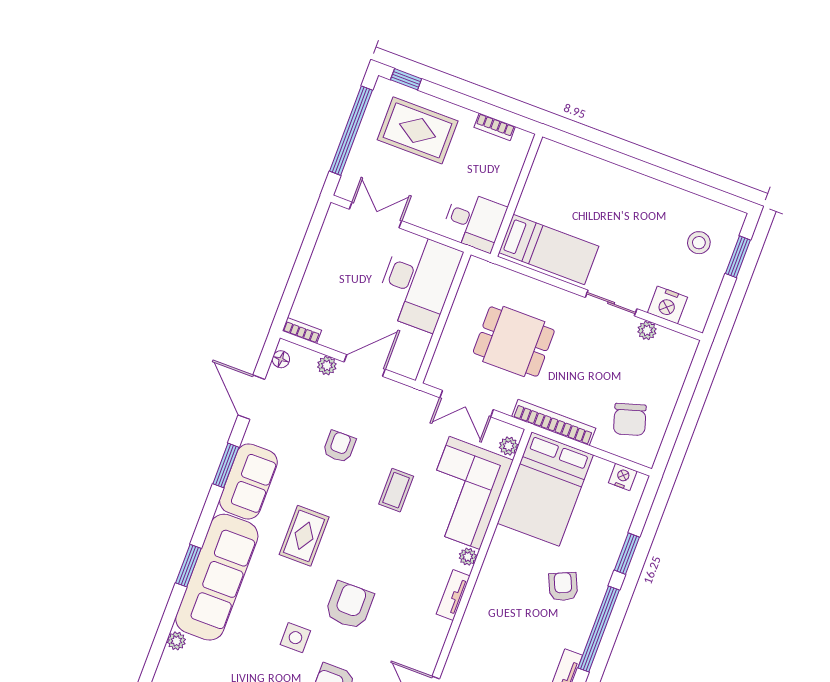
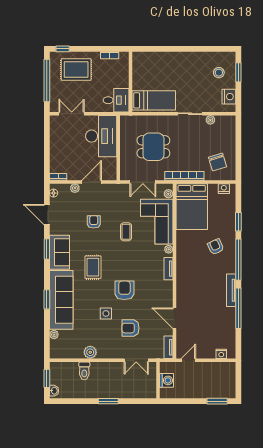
nightstand: (667, 305) -> (229, 97), moved, turned -90

